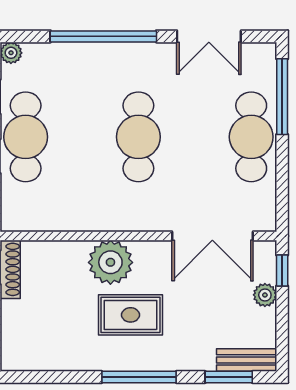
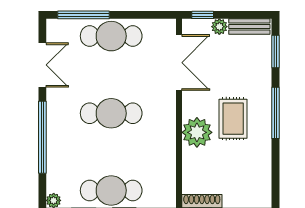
bench: (247, 360) -> (249, 26), moved, turned 90

